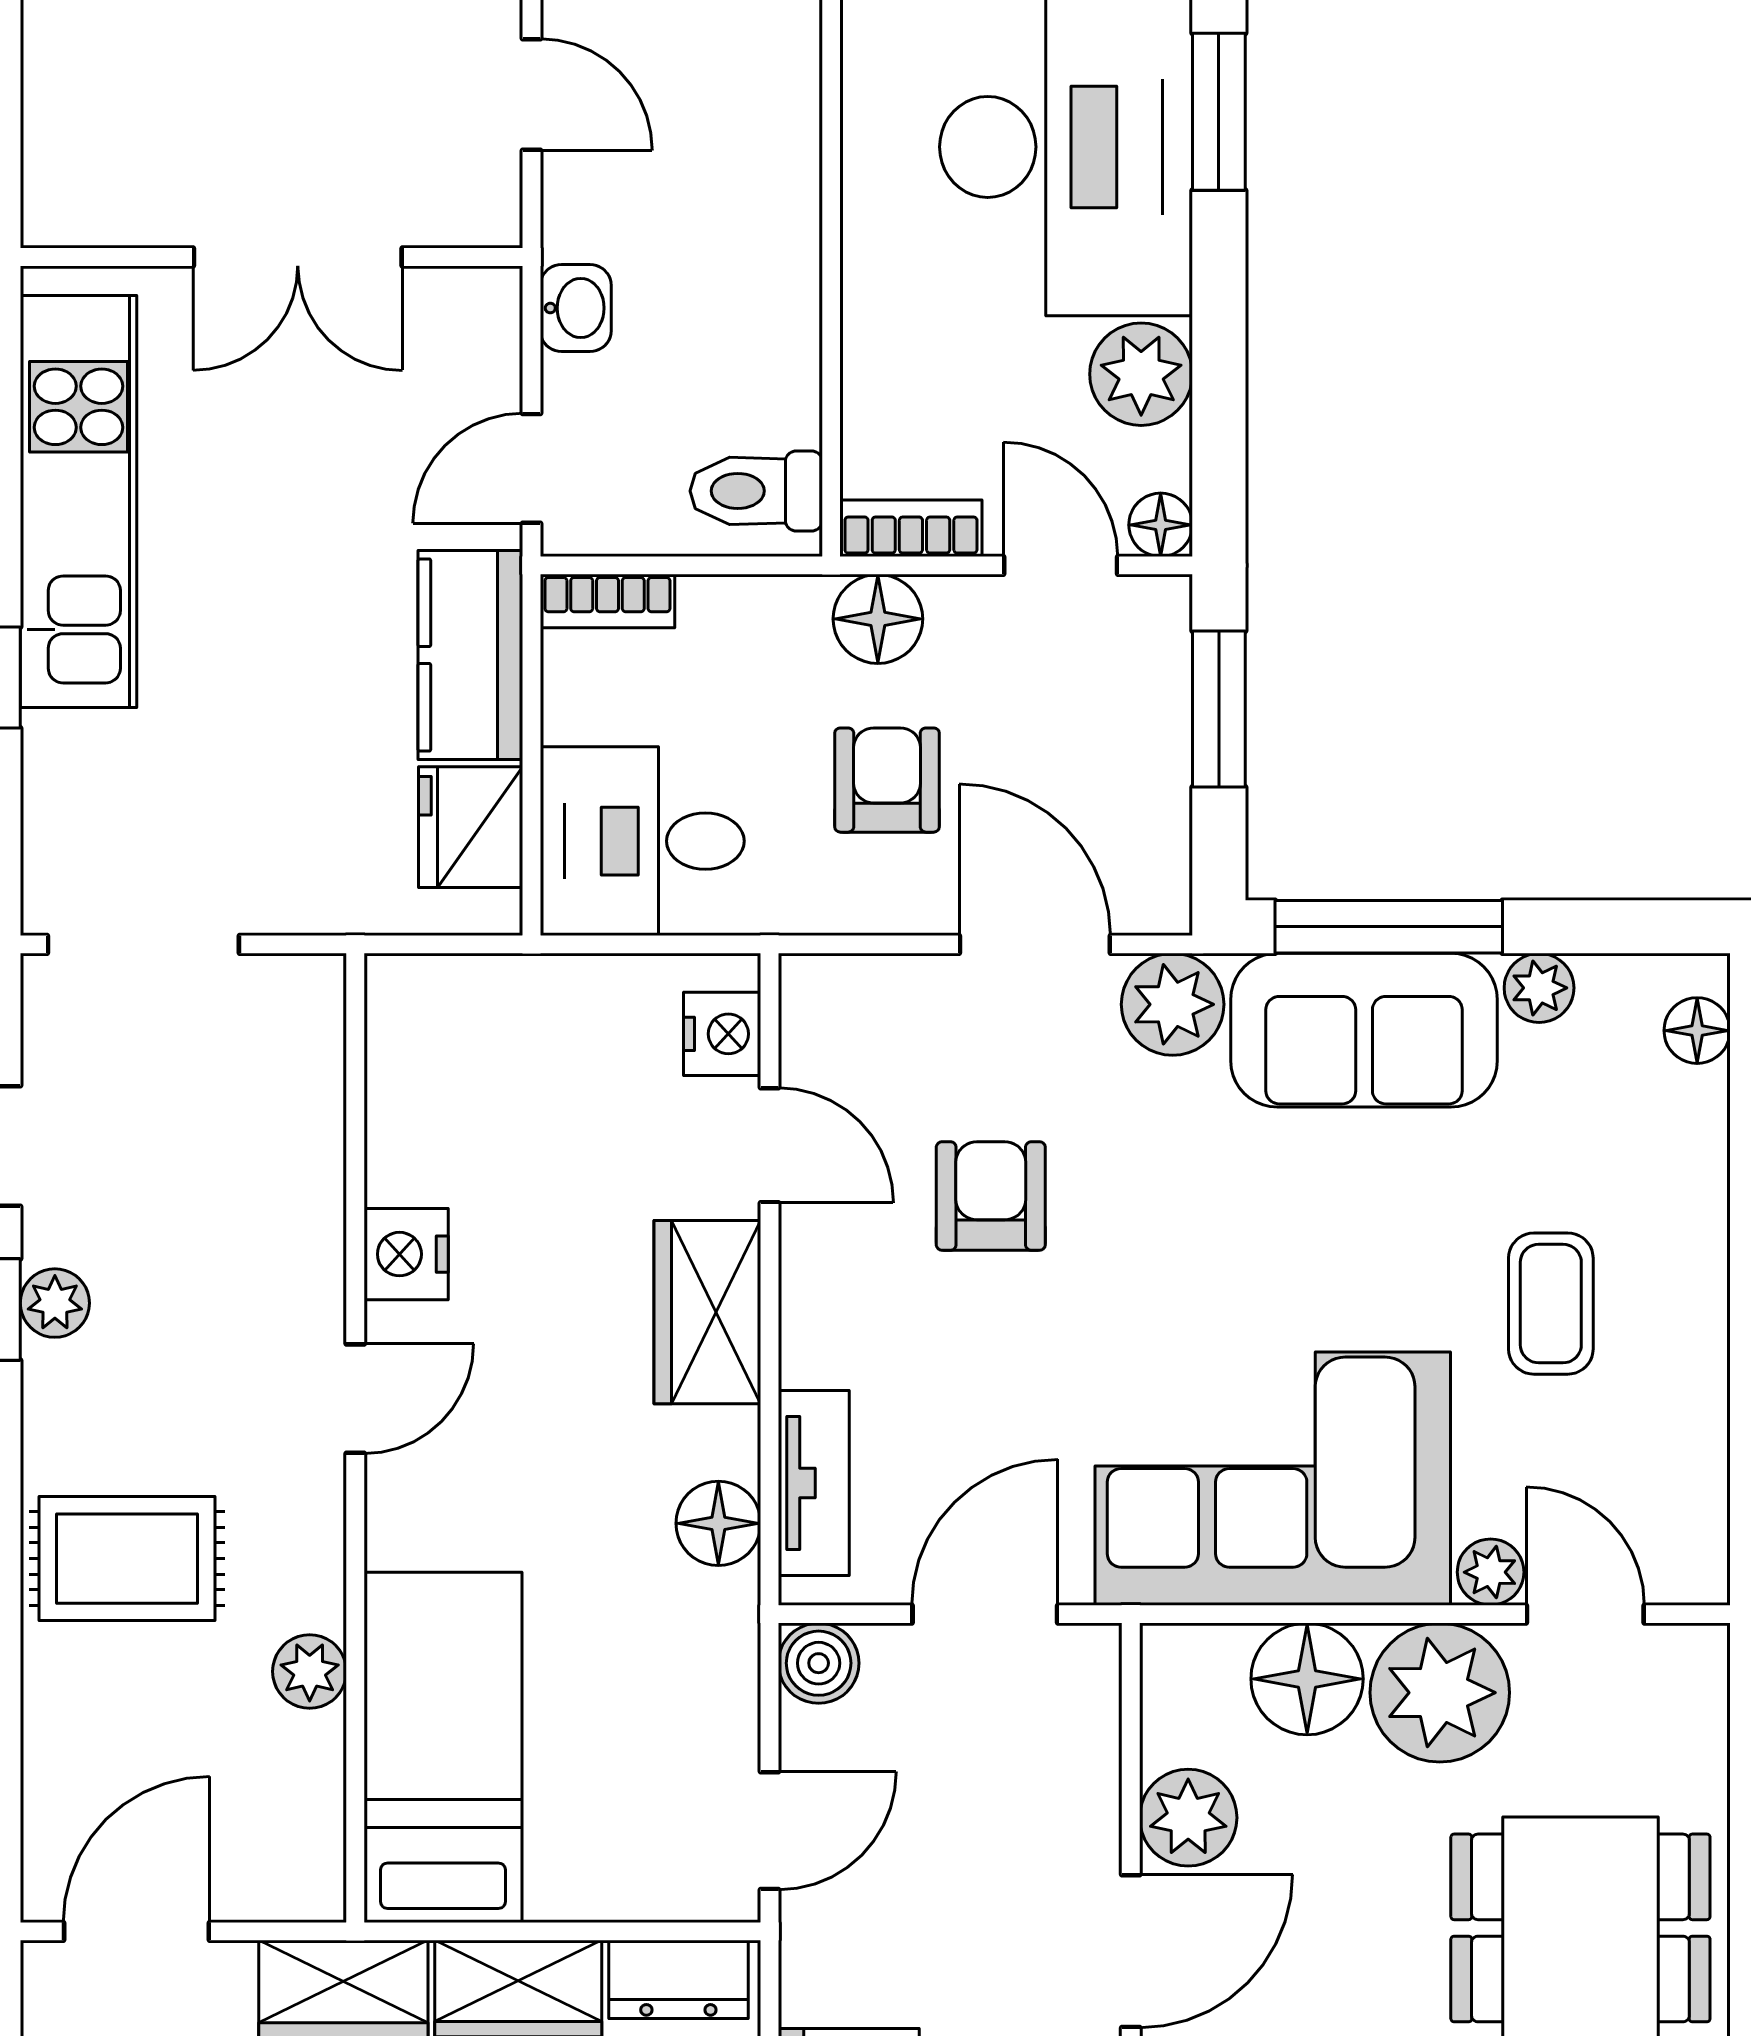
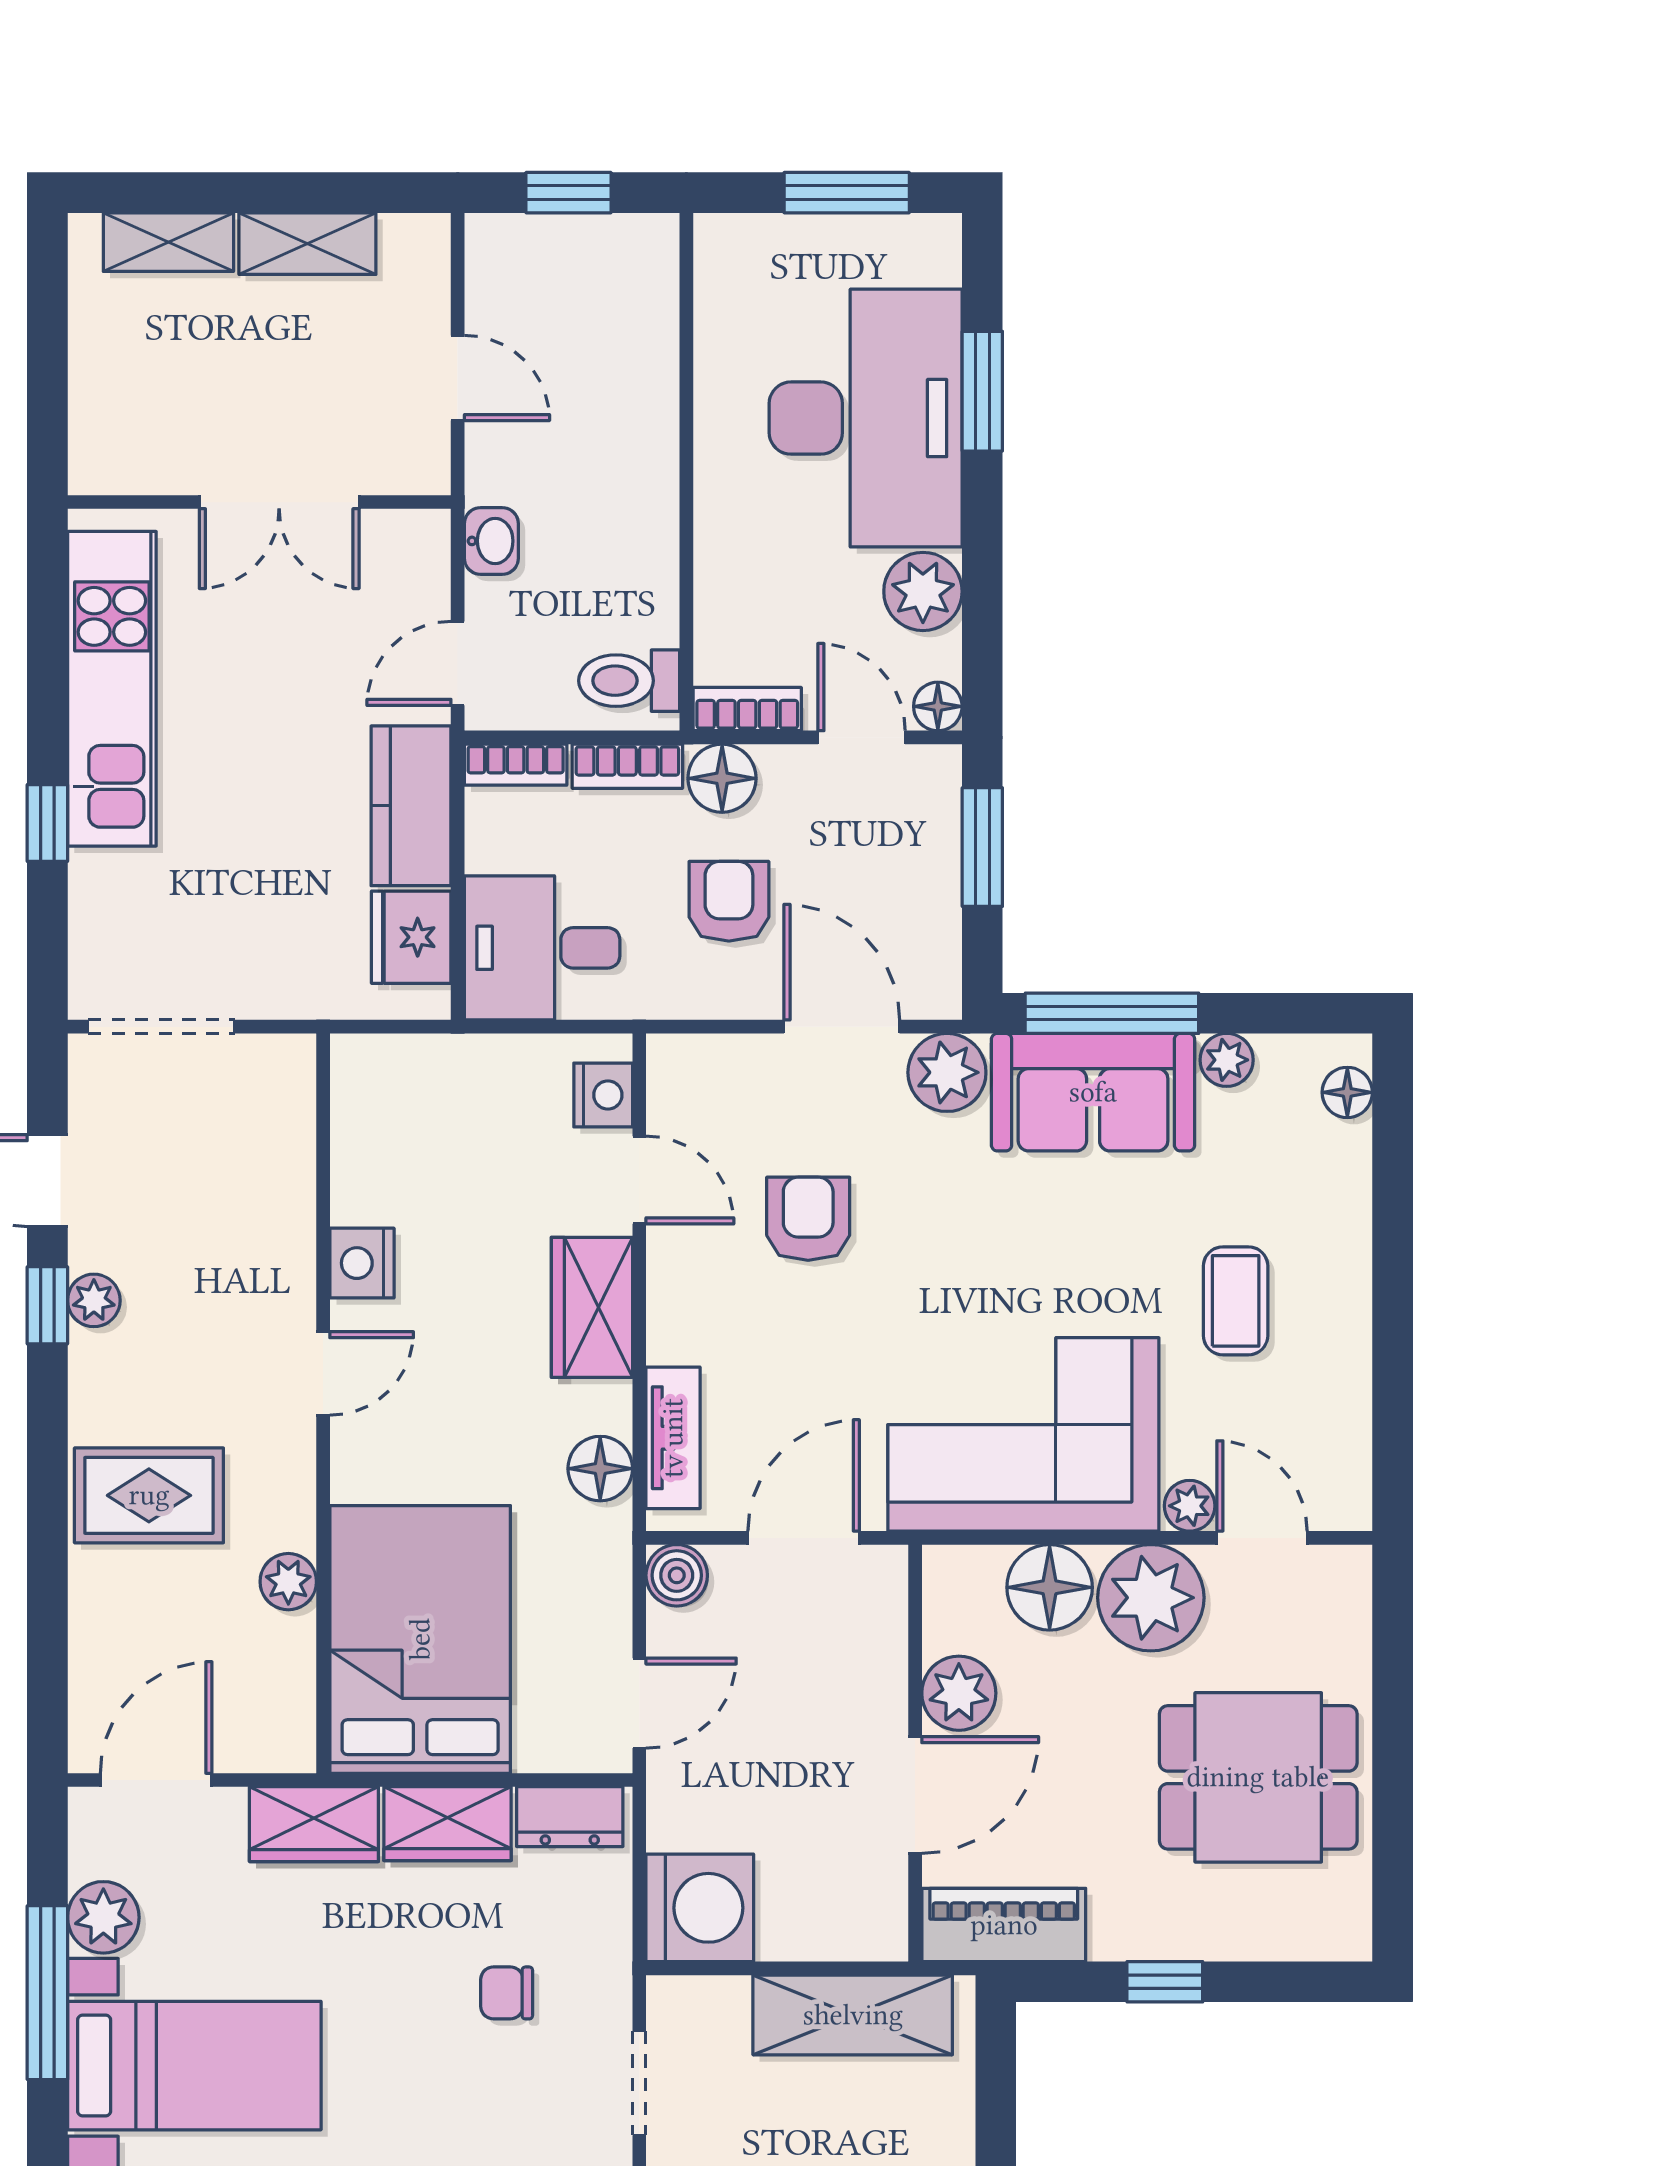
bookcase: (754, 603) -> (627, 766), added
bed: (443, 1747) -> (420, 1639), width x1.50

